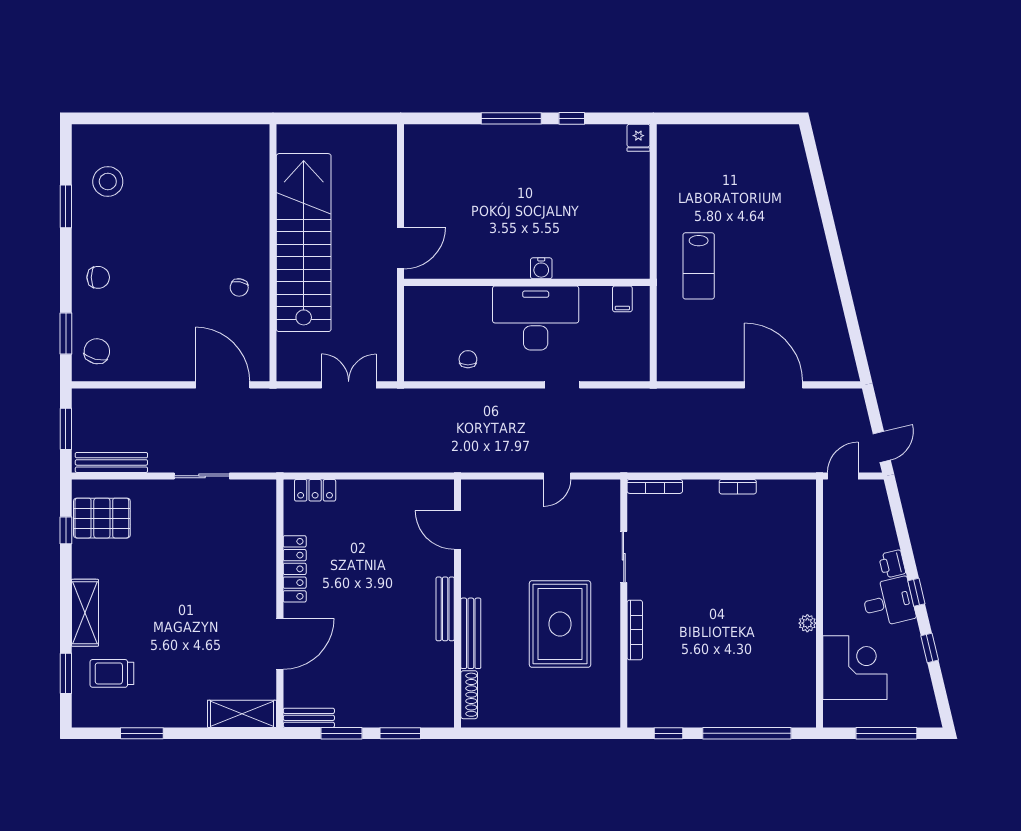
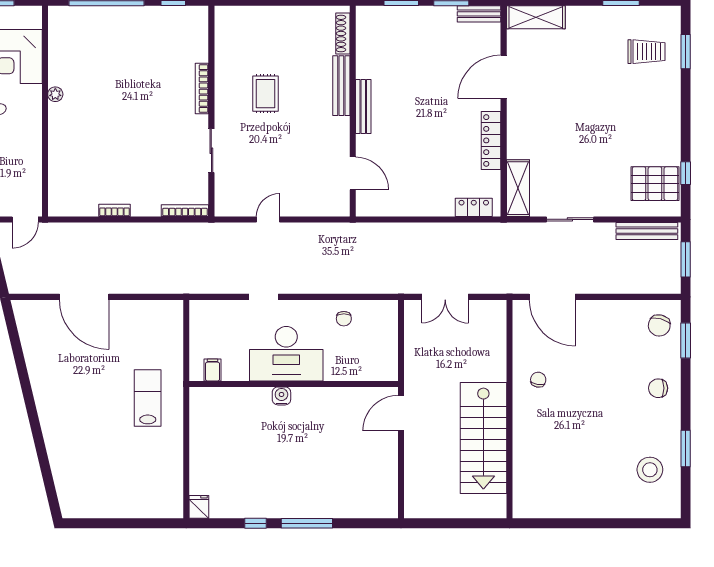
stairs: (304, 243) -> (483, 438), width x0.73
shelving: (85, 613) -> (518, 188), moved
rug: (560, 624) -> (266, 94), width x0.54, depth x0.49

